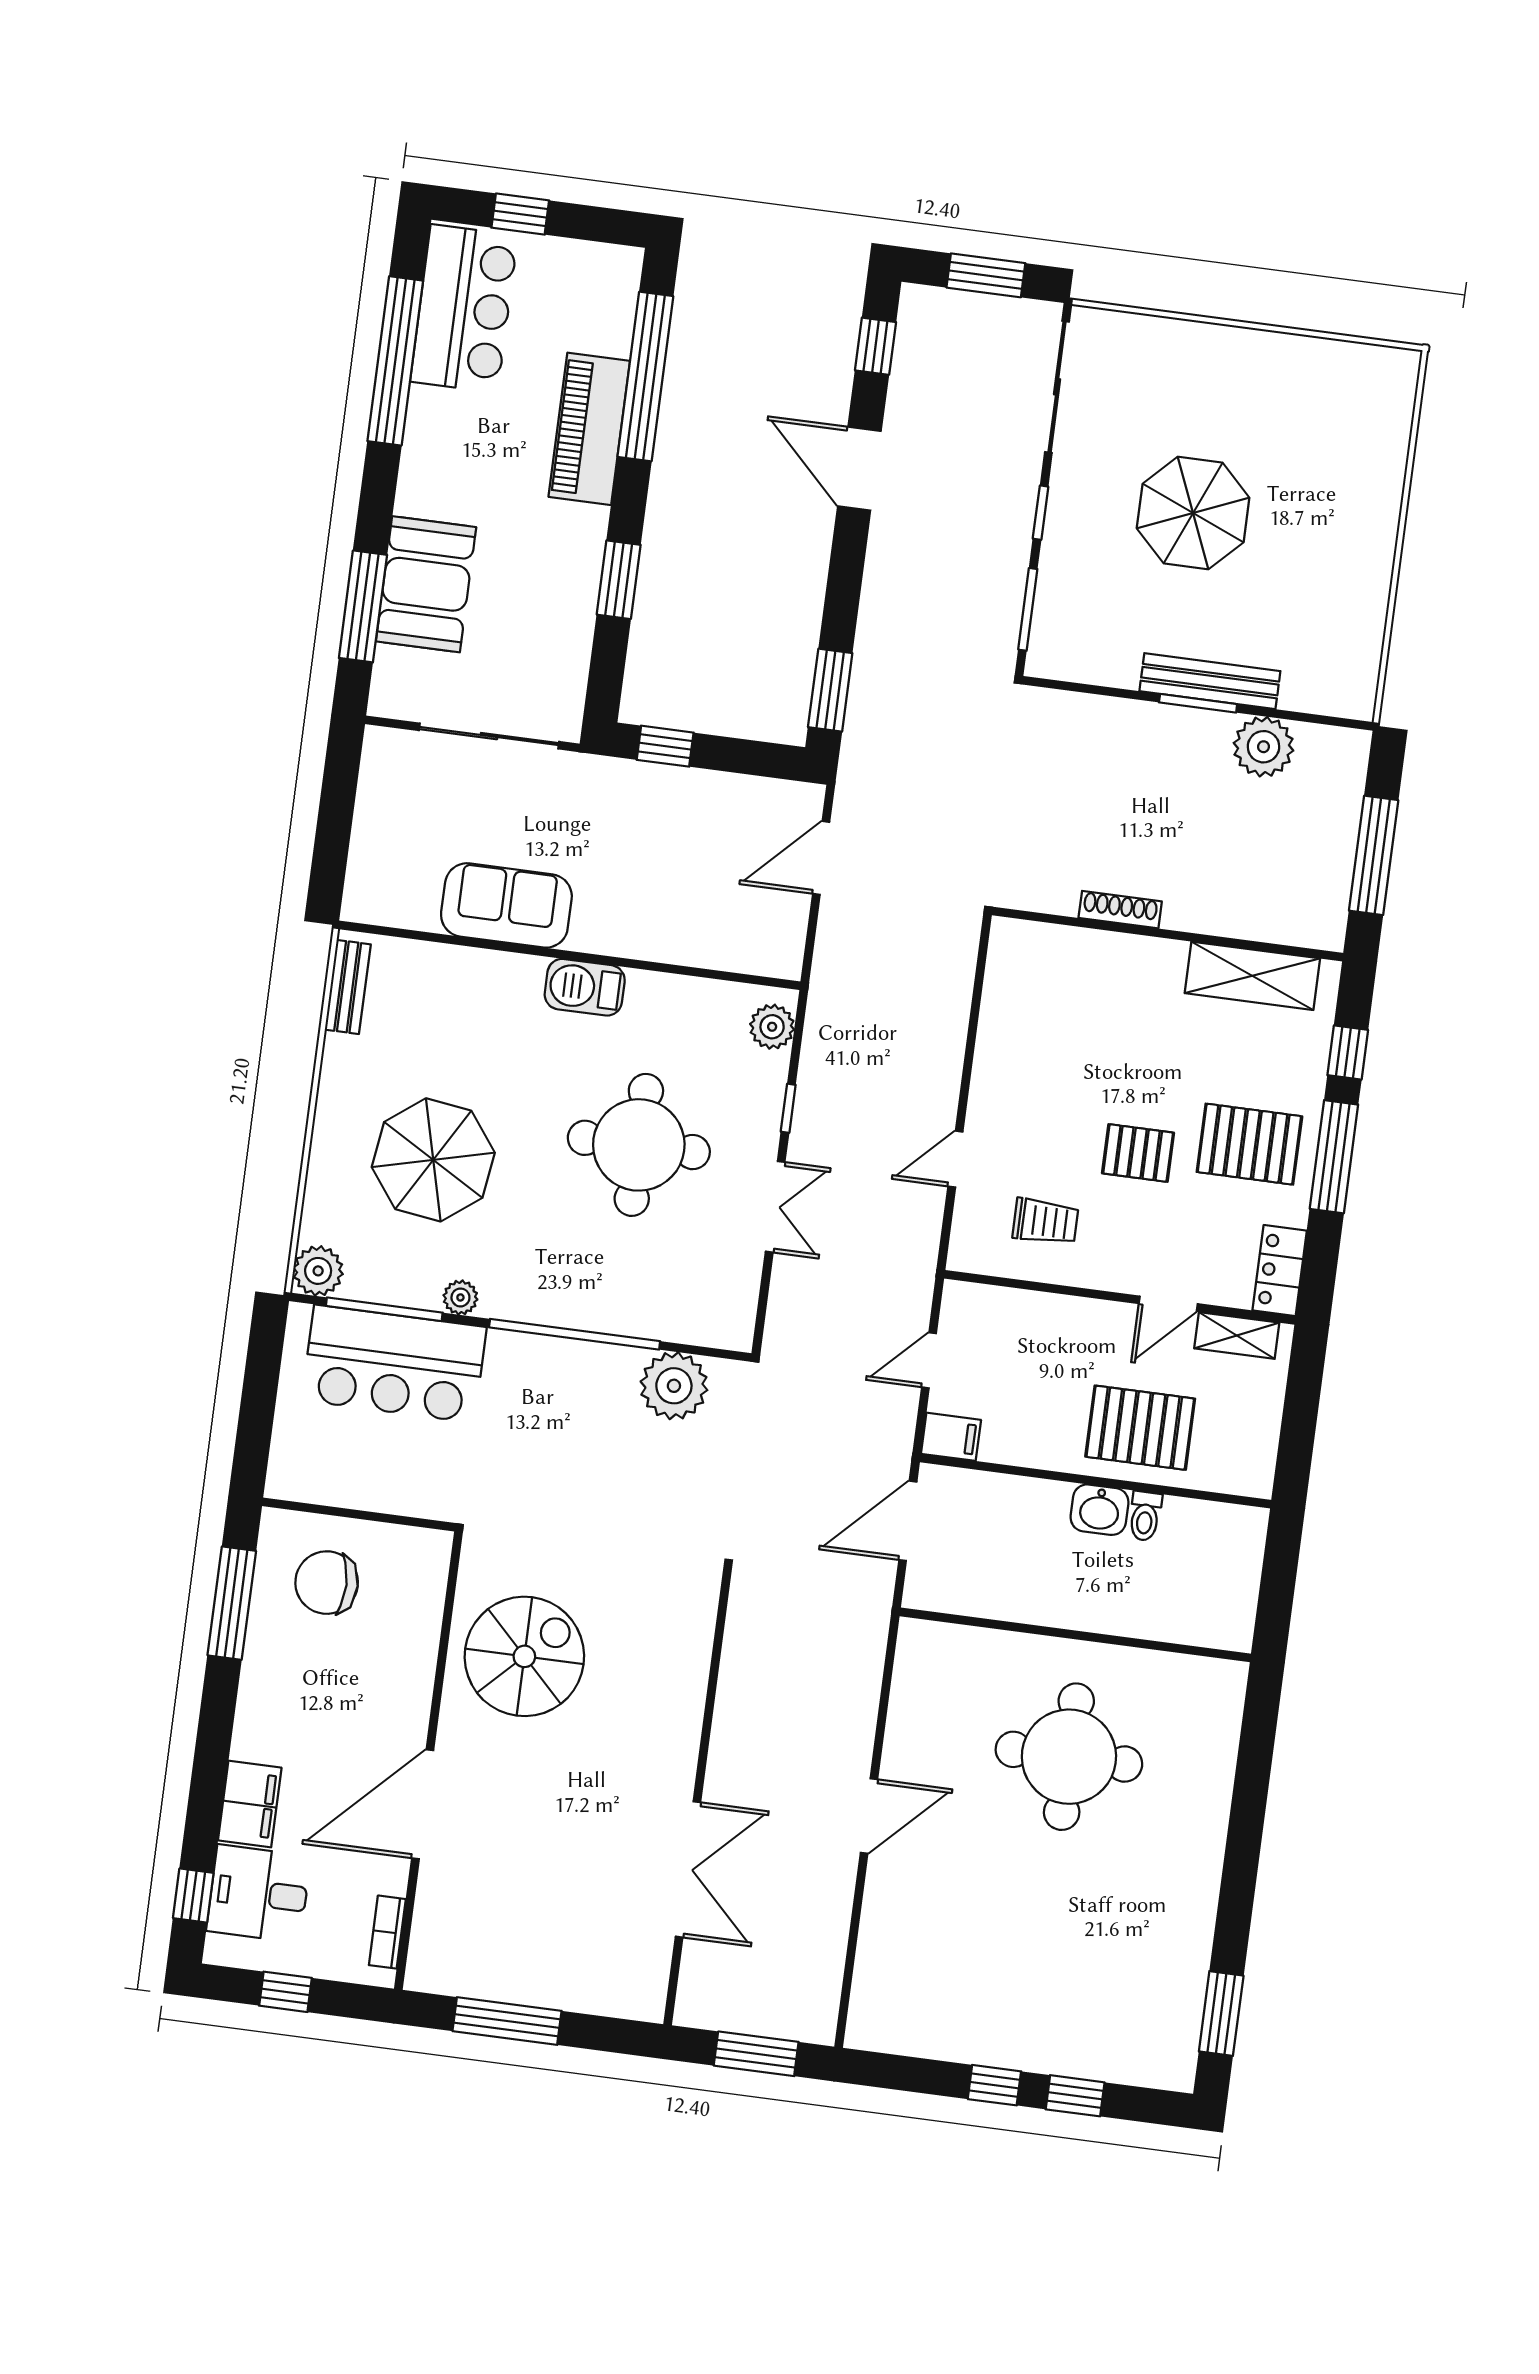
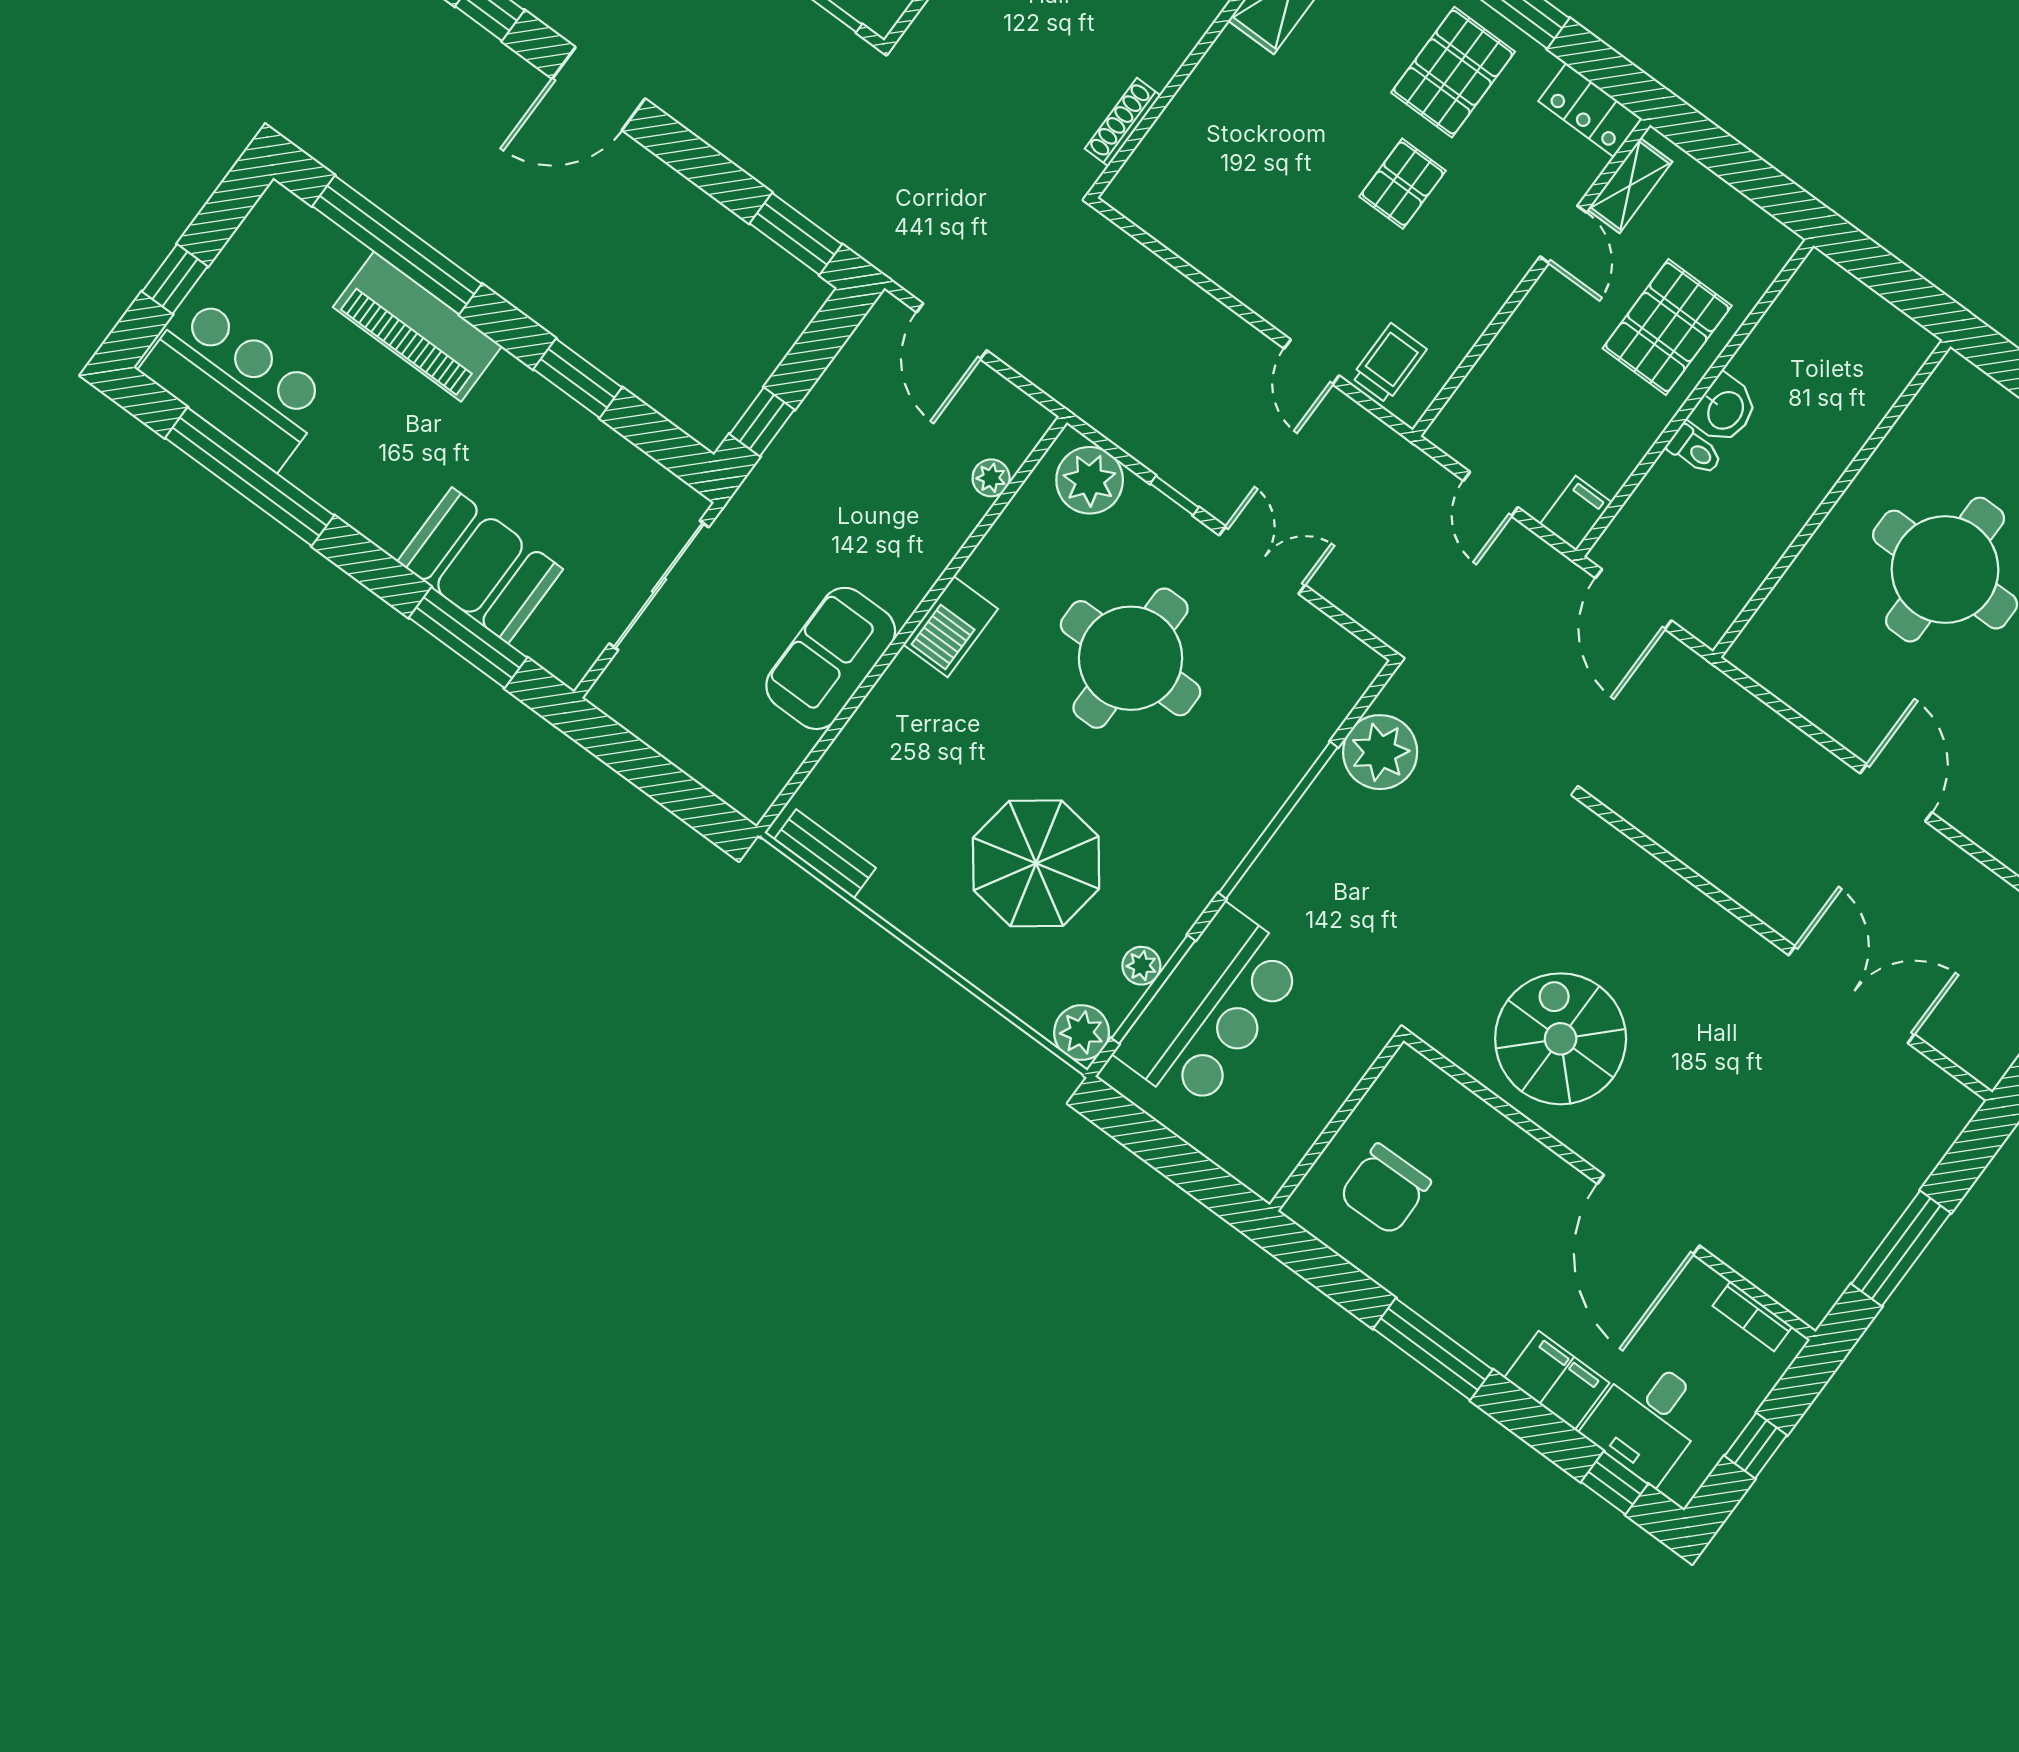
shoe rack: (1120, 910) -> (1123, 122), moved
plant: (721, 954) -> (991, 478), added
plant: (772, 1027) -> (1090, 480), width x1.36, depth x1.36
trolley: (1045, 1222) -> (1389, 363), moved
plant: (460, 1297) -> (1141, 966), moved
toilet: (1145, 1516) -> (1695, 450), moved
window: (232, 1603) -> (1433, 1349), moved

